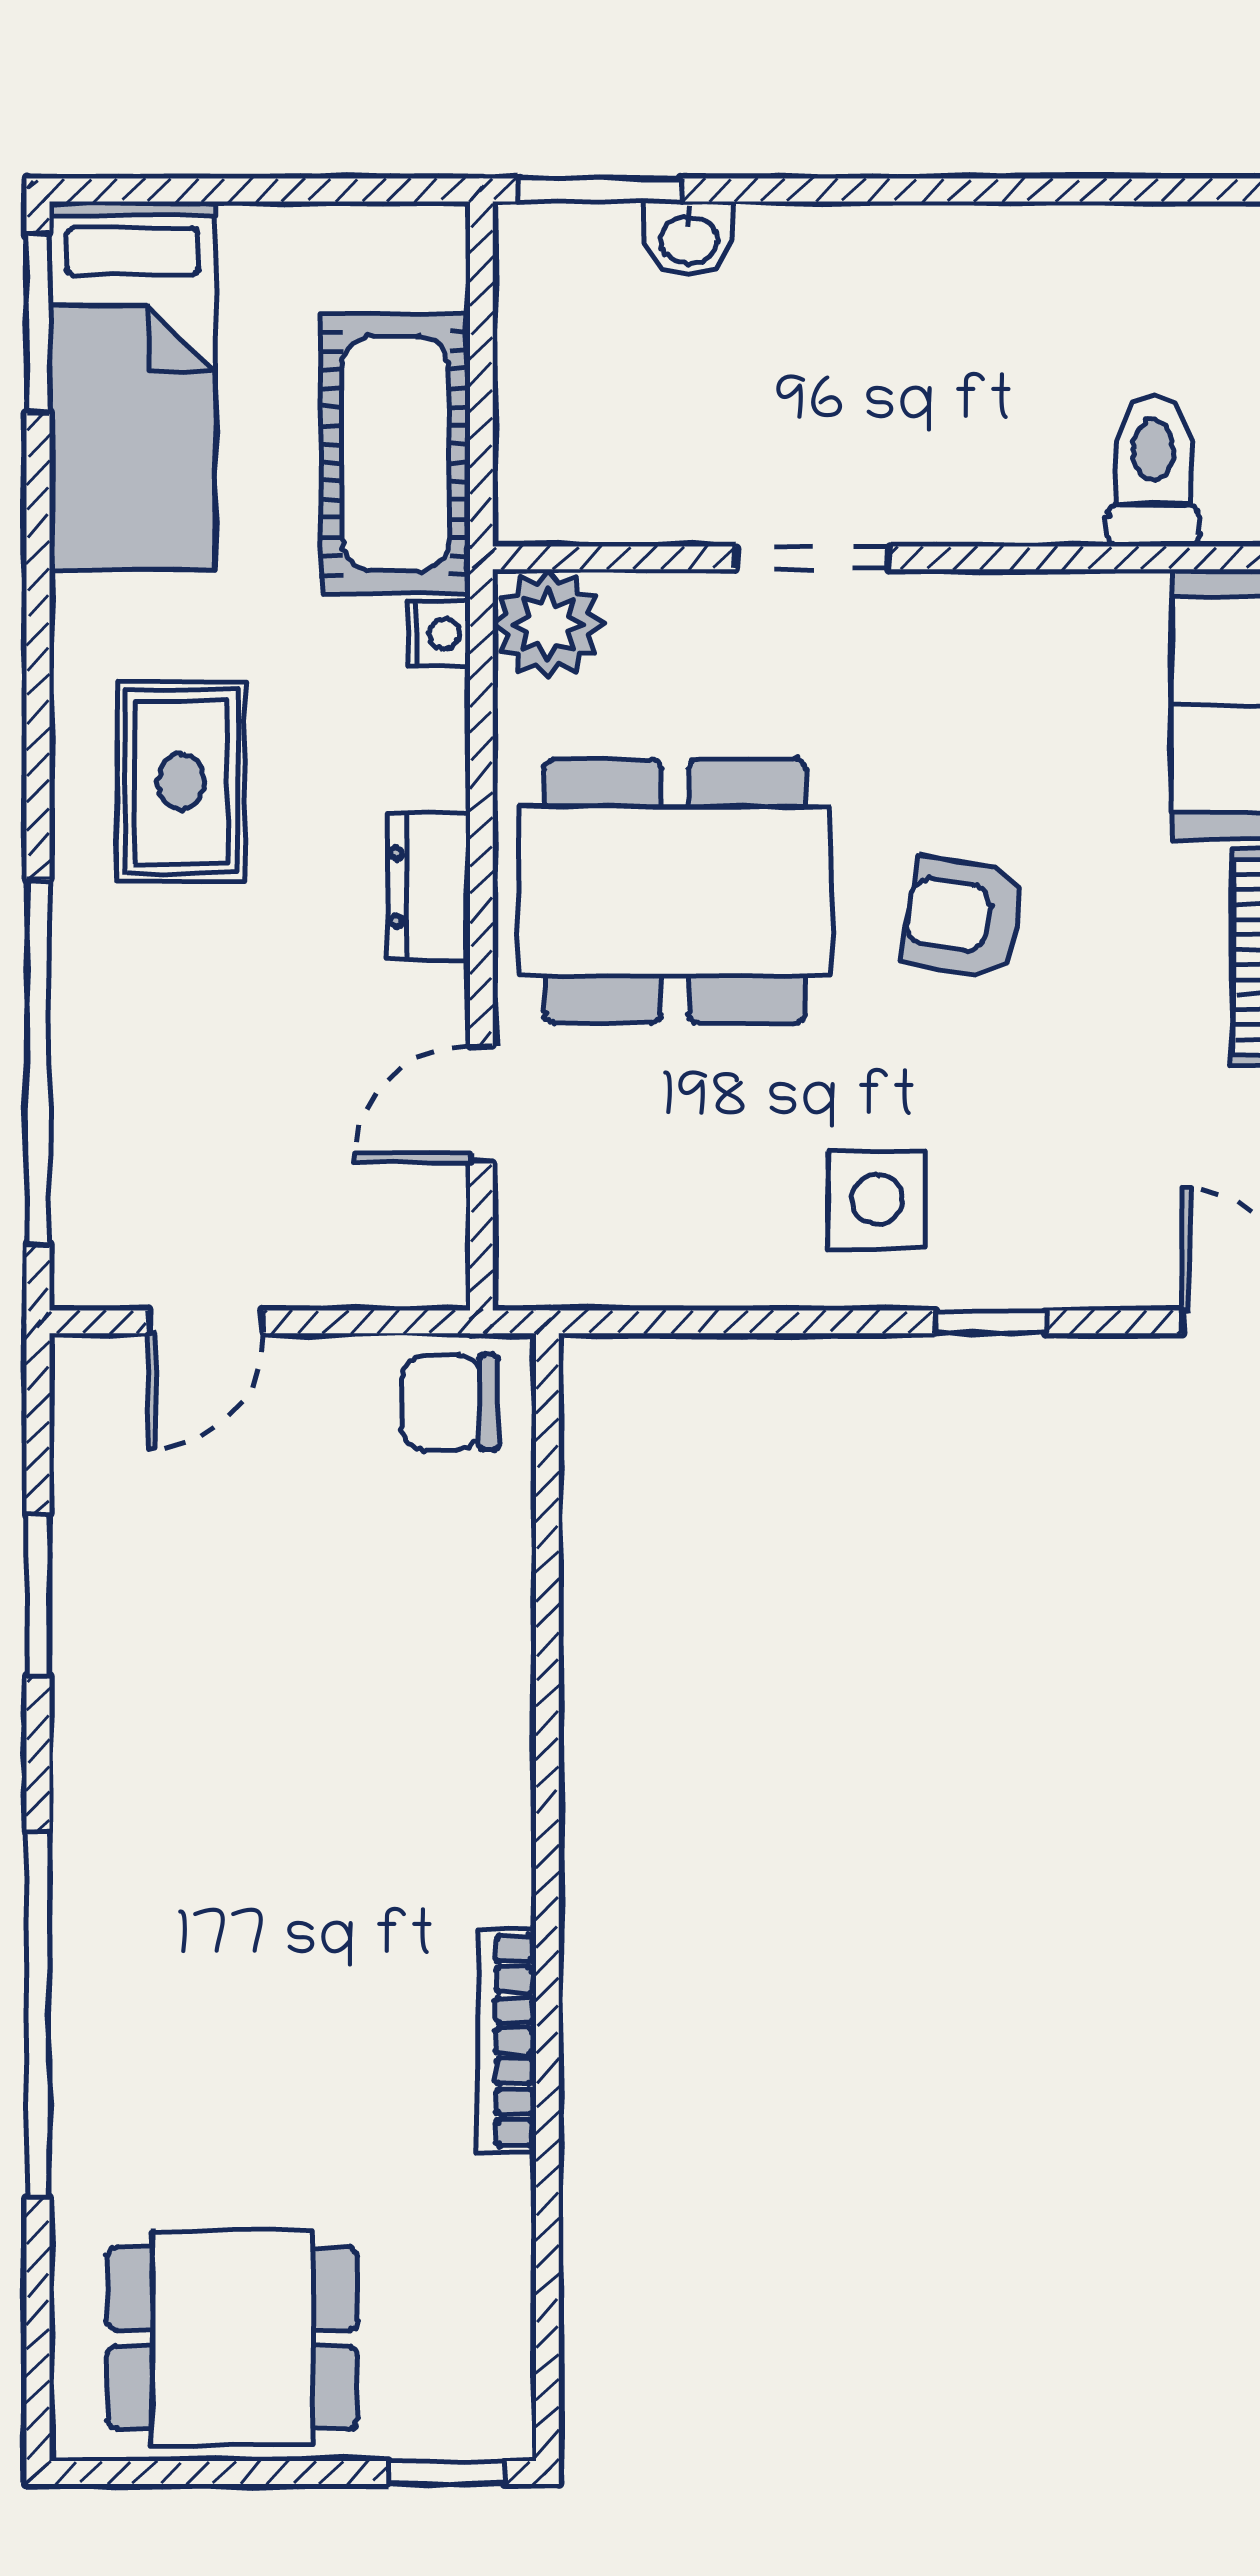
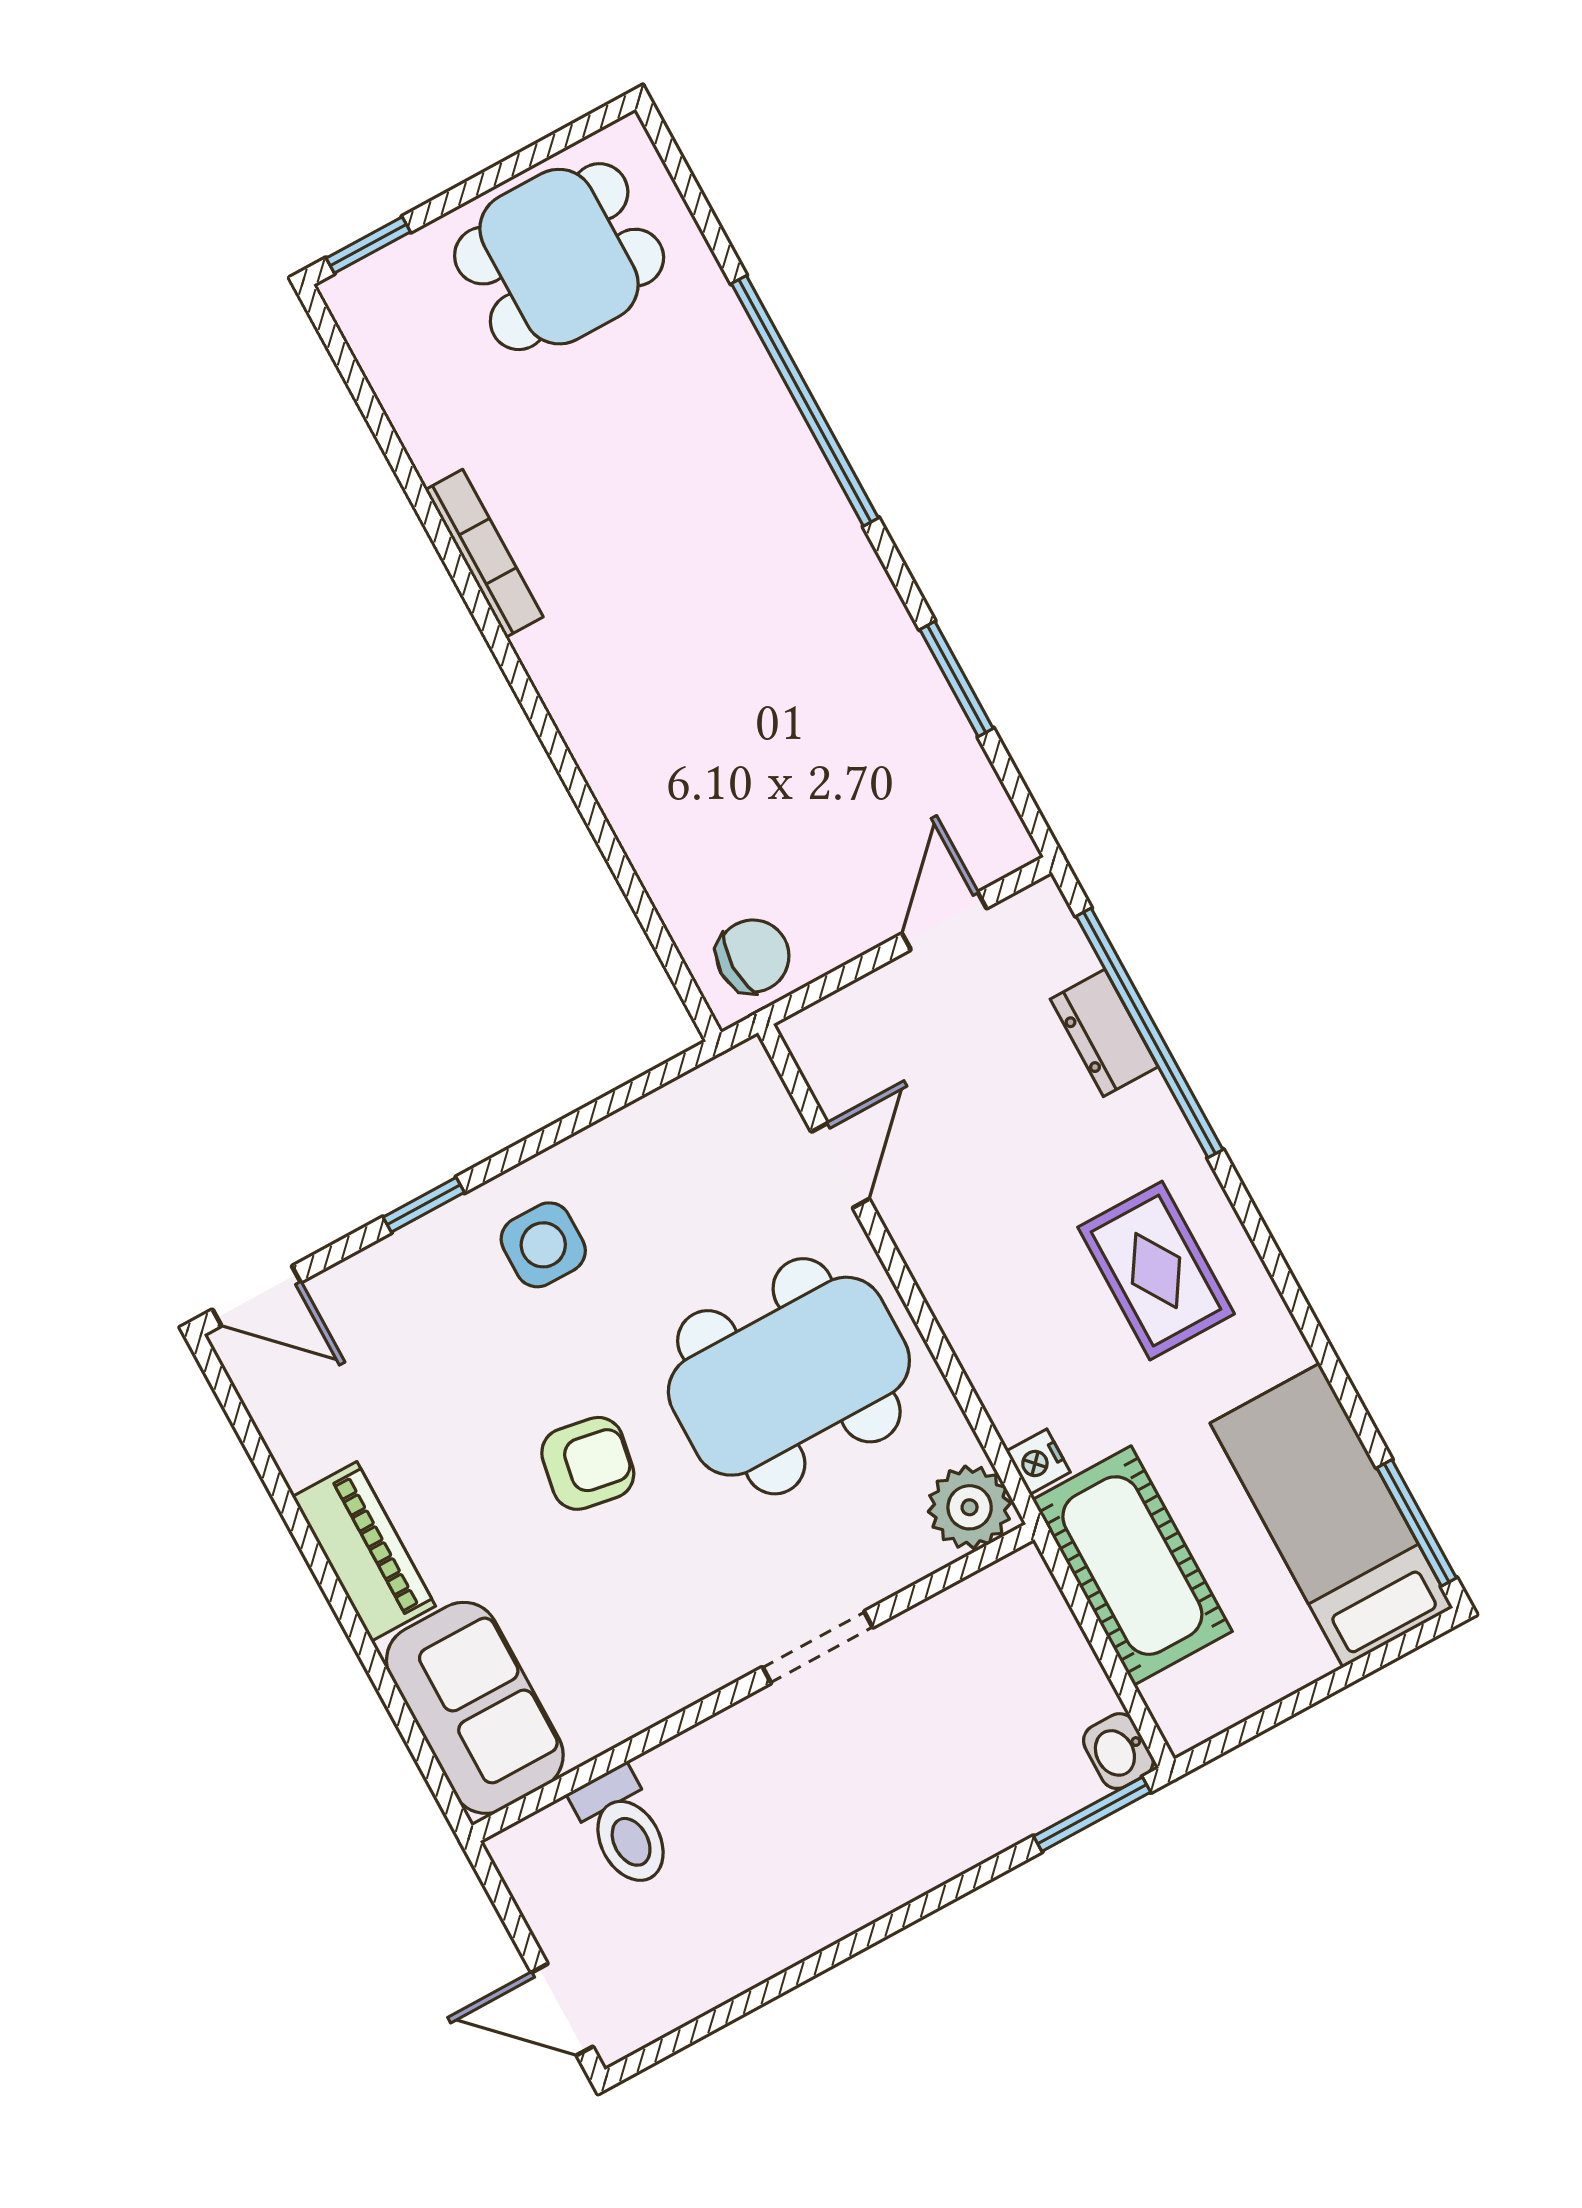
washbasin: (689, 238) -> (1118, 1751), moved, turned -90
dresser: (429, 887) -> (1104, 1033), moved, turned 180

